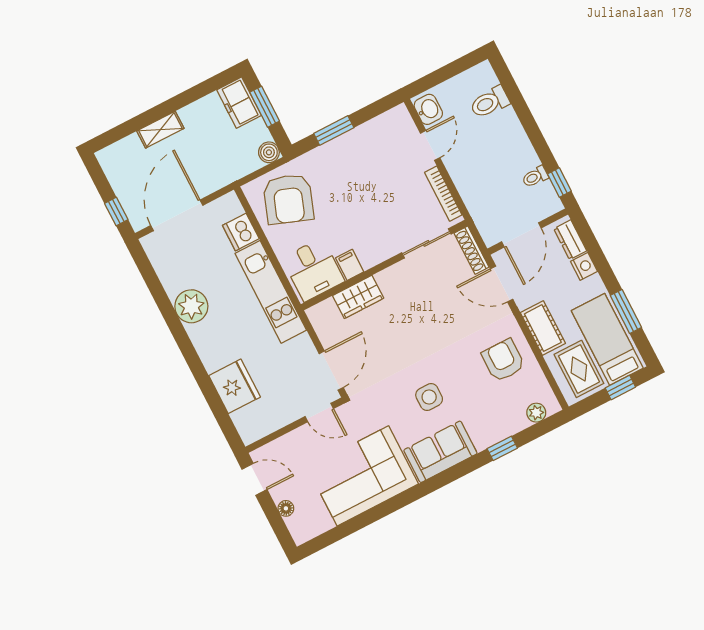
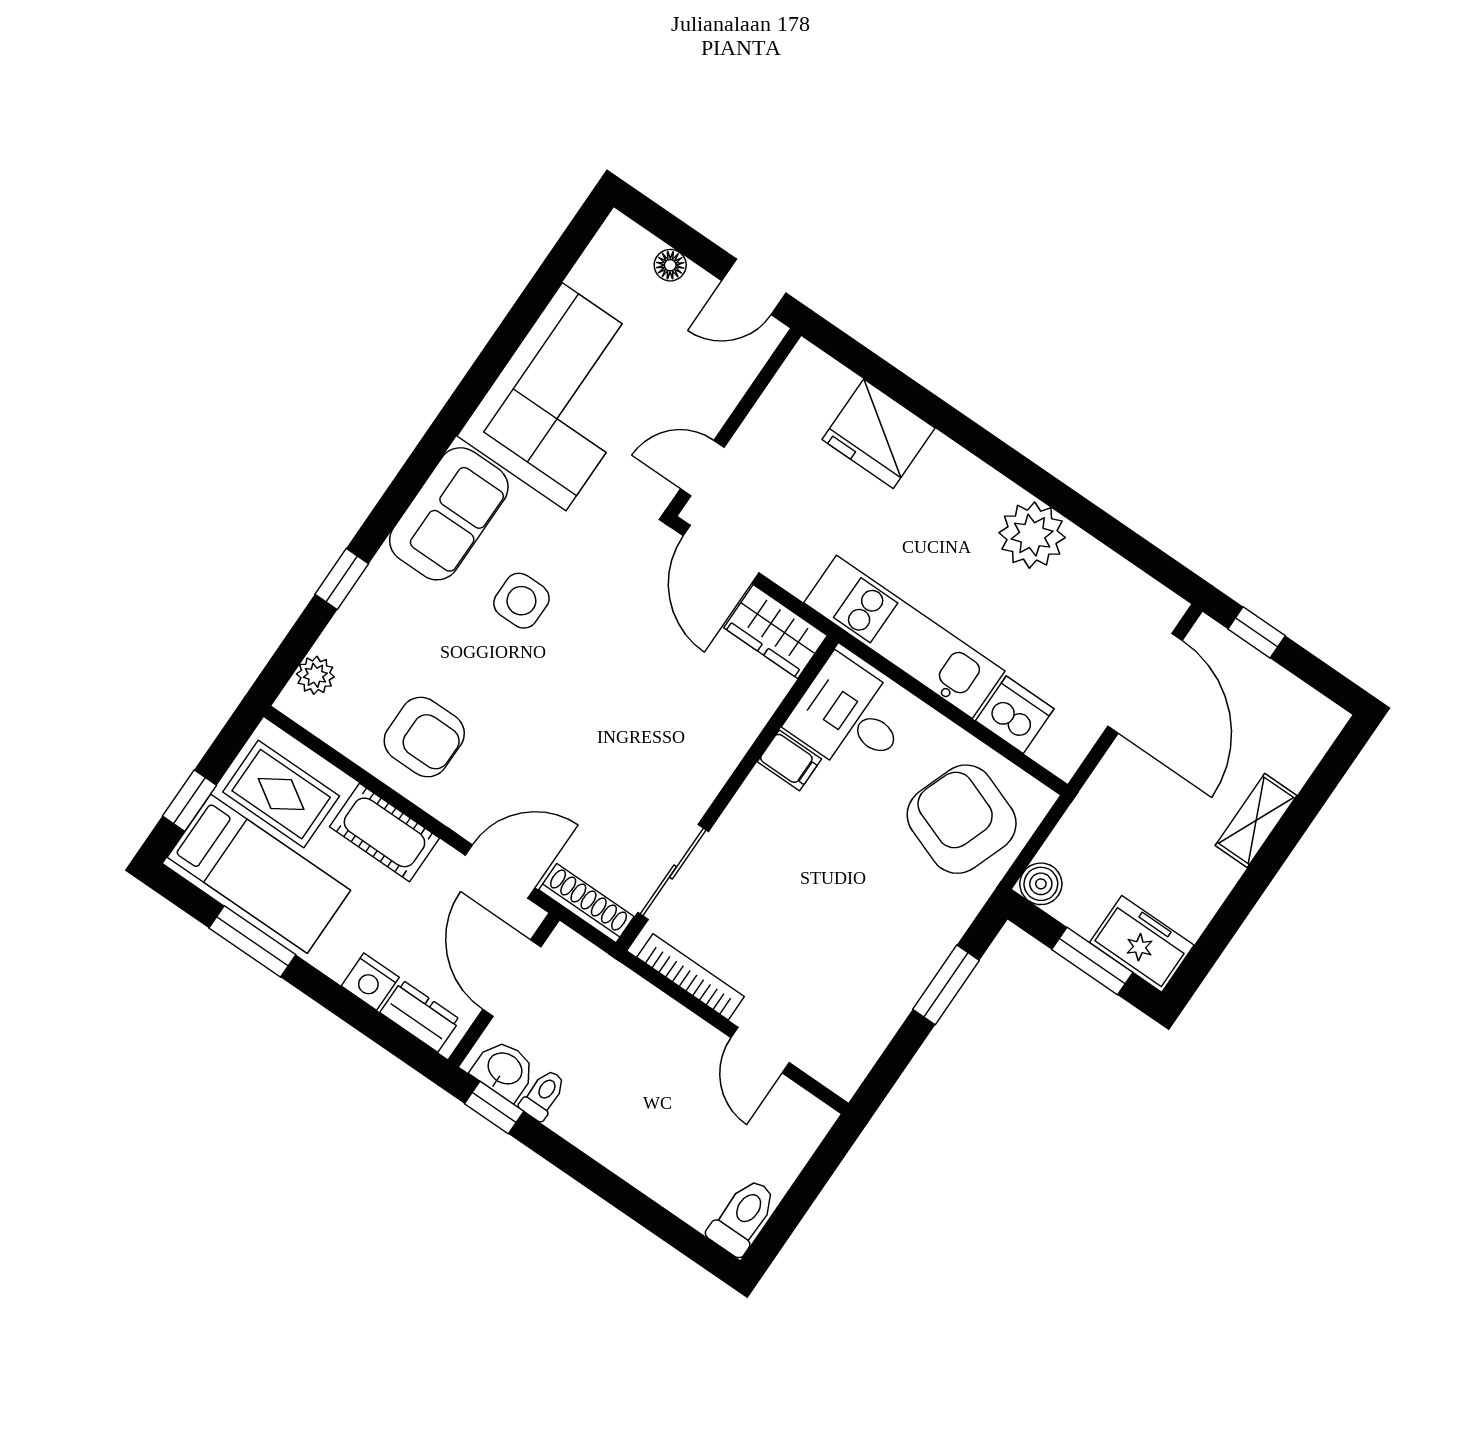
toilet: (490, 102) -> (743, 1217), moved
washbasin: (428, 109) -> (504, 1070), moved, turned 180
wardrobe: (358, 297) -> (775, 632), moved, turned -90

